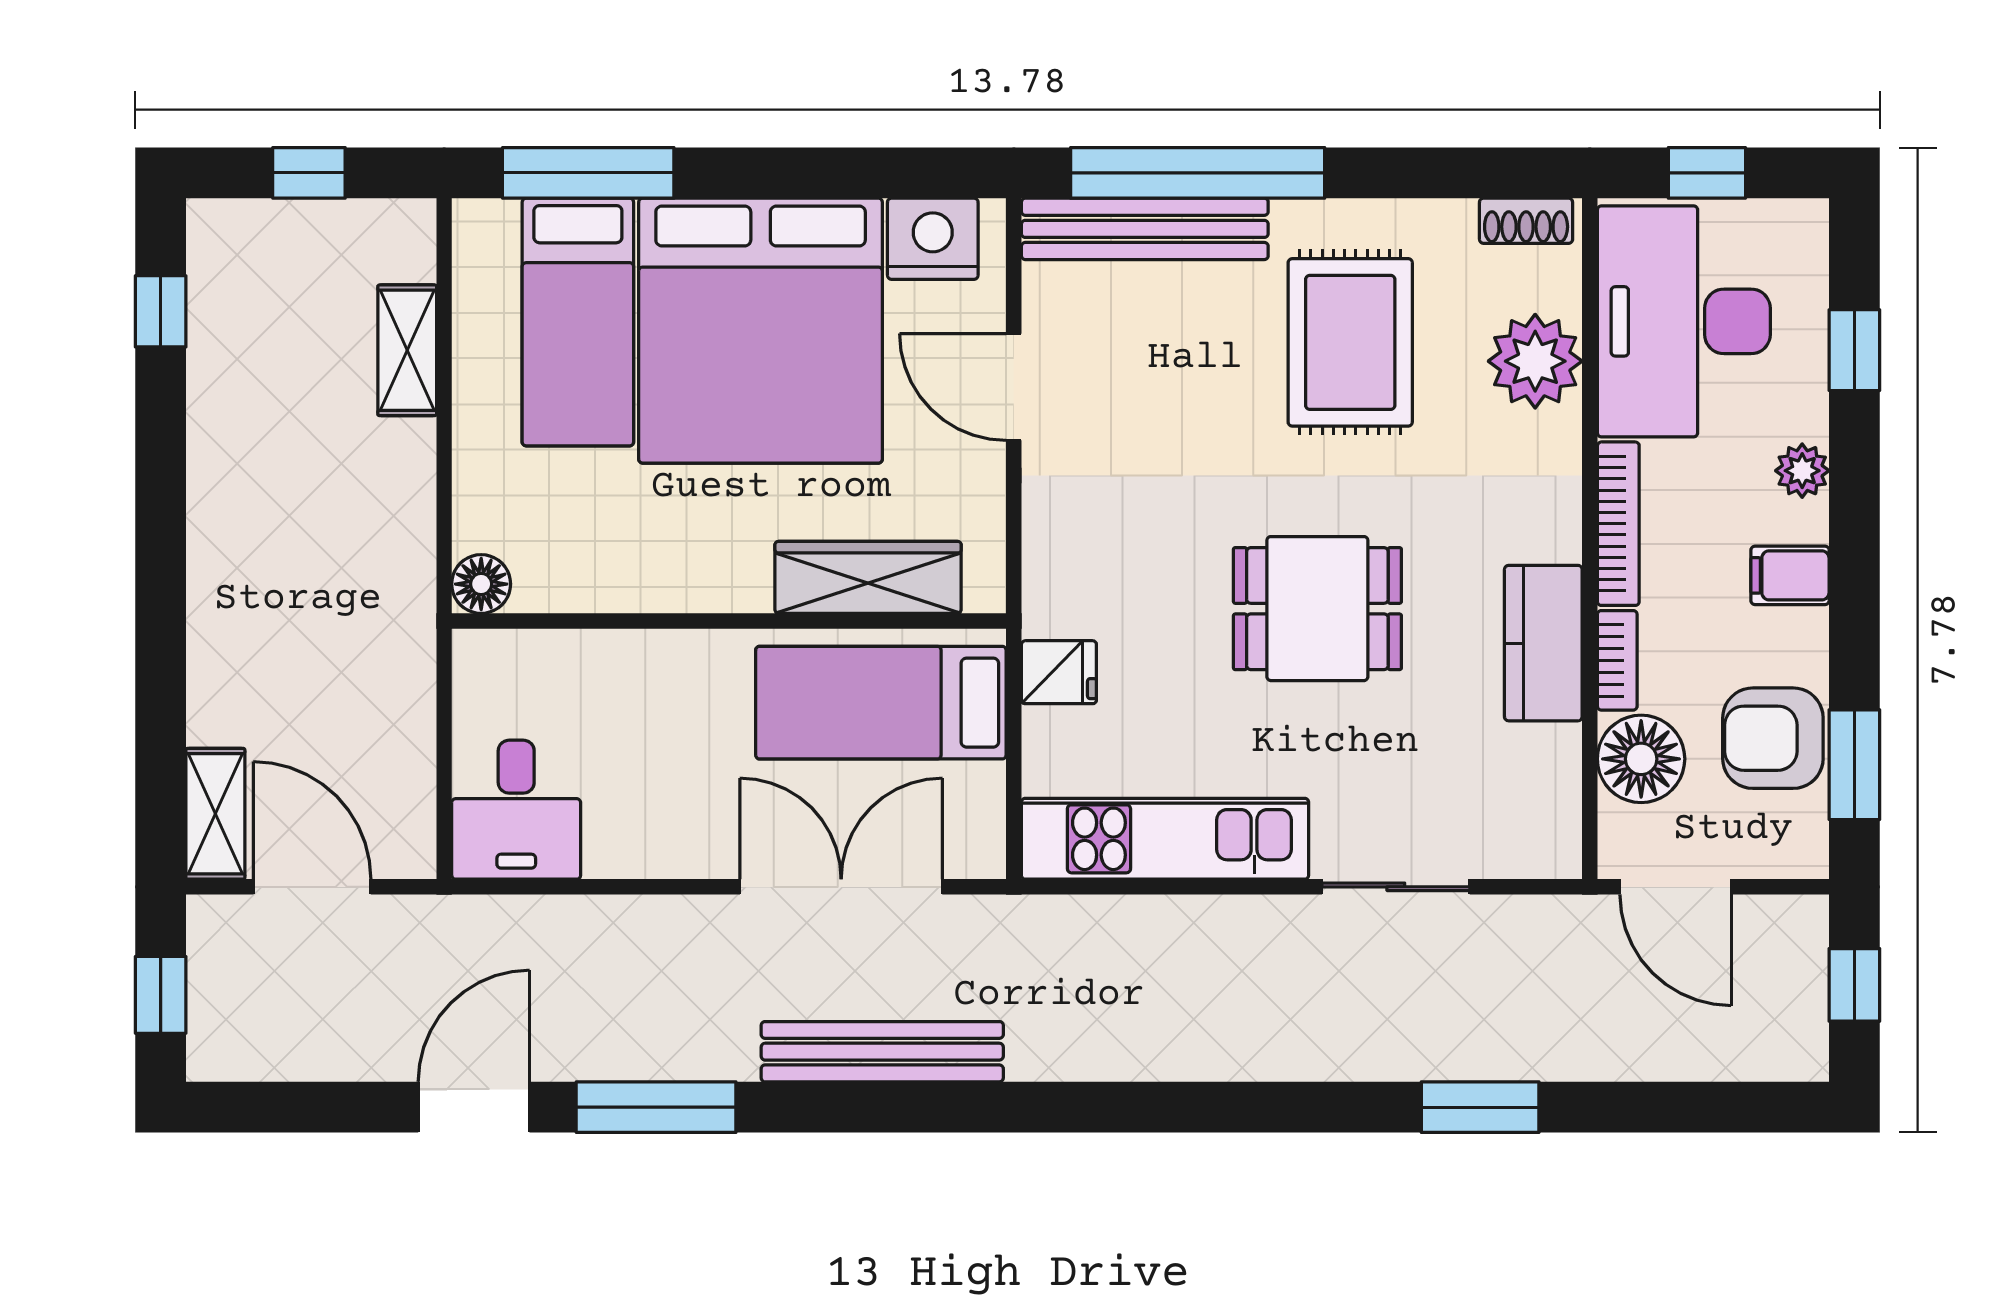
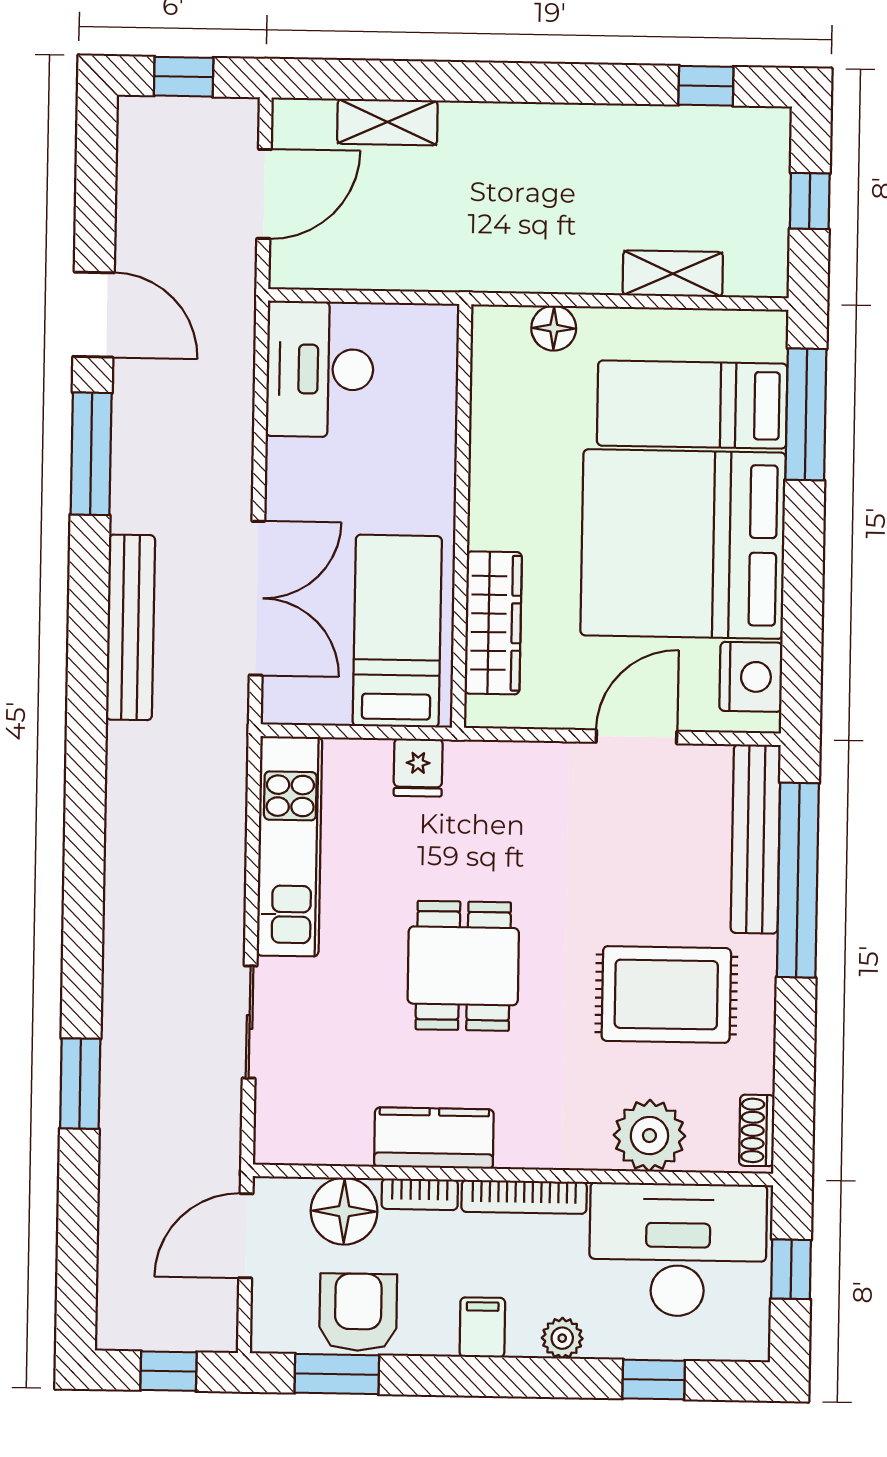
floor lamp: (481, 584) -> (554, 328), moved
desk: (516, 810) -> (320, 369), width x1.37
shelving: (215, 814) -> (387, 122), moved

